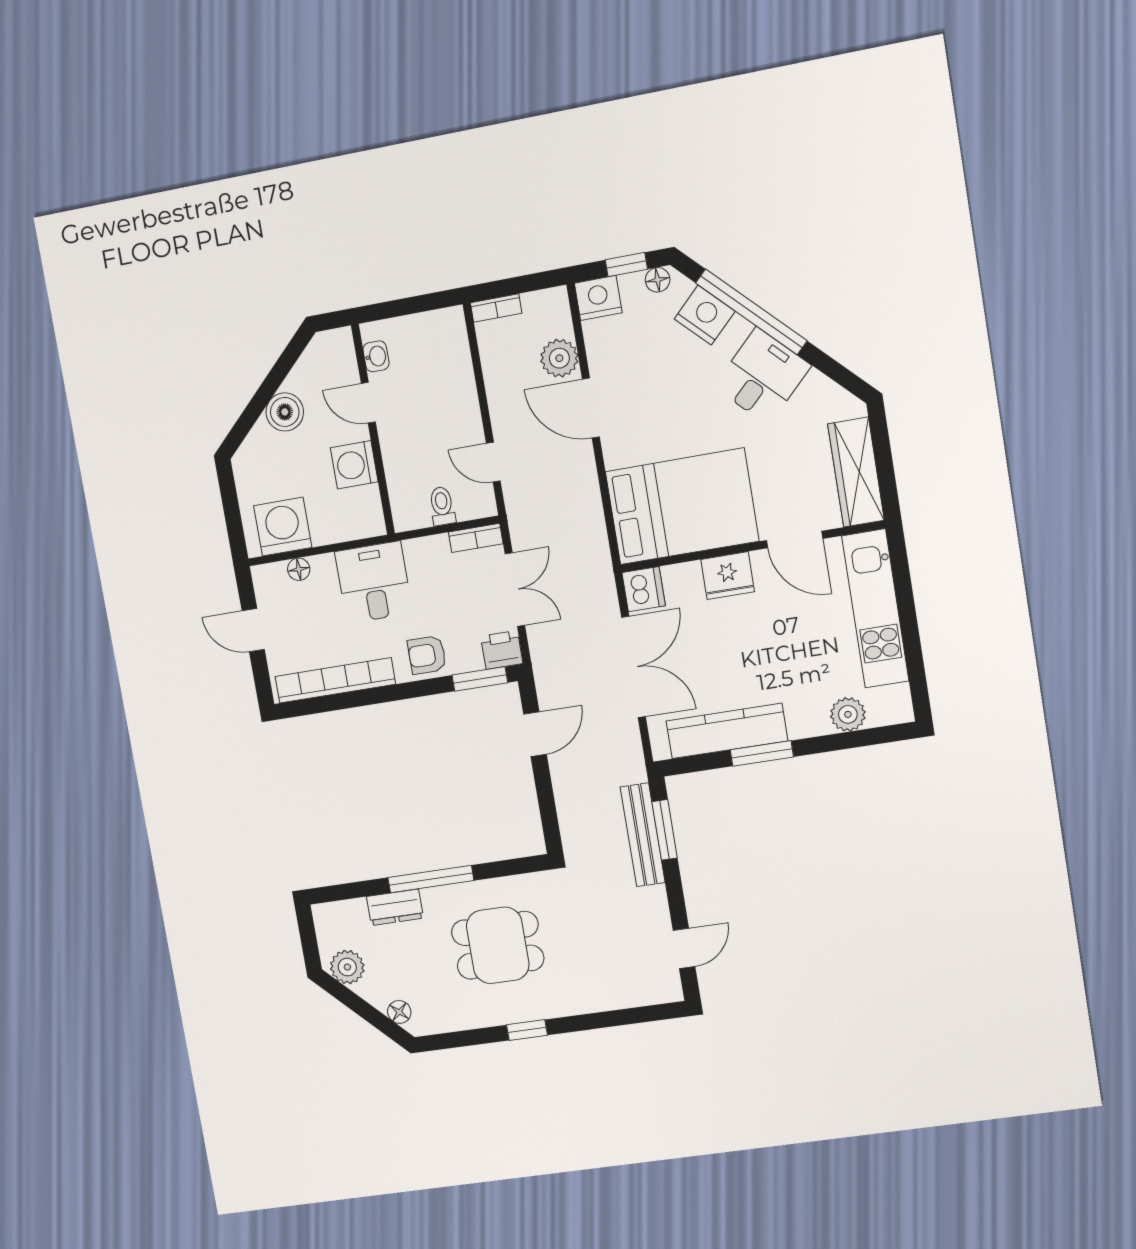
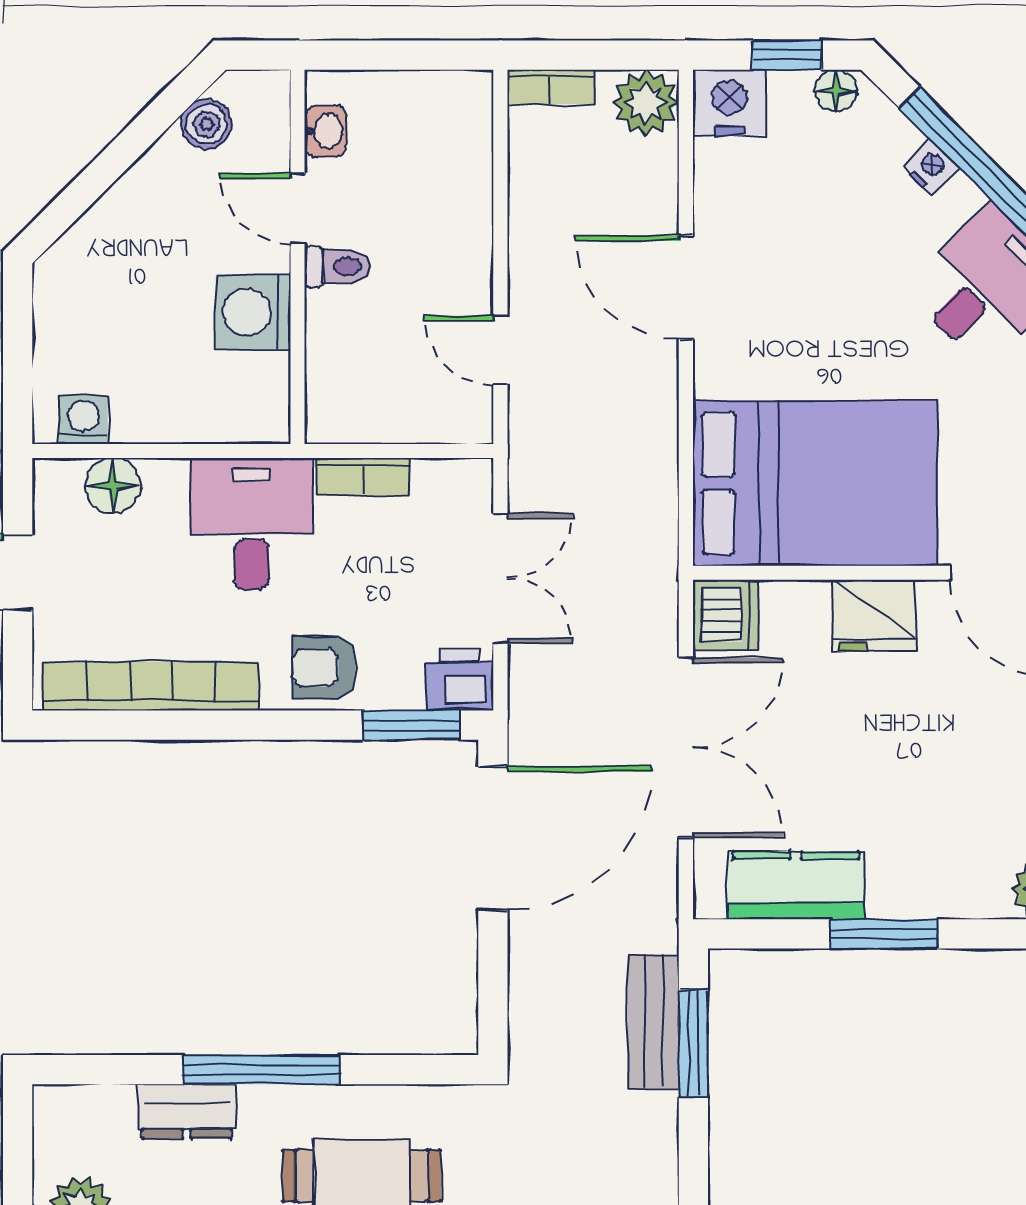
nightstand: (705, 315) -> (931, 167), width x0.53, depth x0.56
plant: (559, 358) -> (646, 103), moved
boiler: (285, 412) -> (206, 124), moved, width x0.73, depth x0.73
toilet: (442, 506) -> (338, 267), moved, turned 90
washing machine: (283, 527) -> (83, 420), width x0.53, depth x0.53
bookcase: (476, 538) -> (364, 477), moved
floor lamp: (299, 569) -> (113, 486), width x1.37, depth x1.37
kitchen counter: (727, 731) -> (796, 885), width x0.67
door: (535, 734) -> (493, 838), width x1.87
bench: (643, 835) -> (653, 1022), width x0.73

